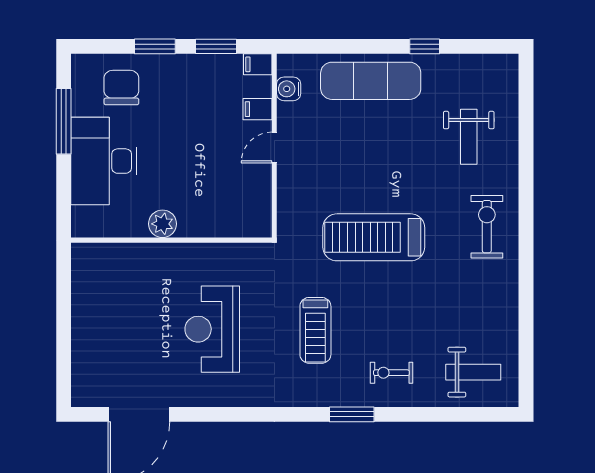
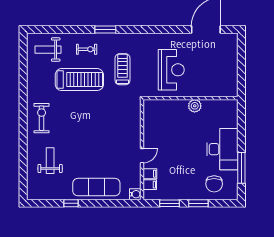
filing cabinet: (258, 64) -> (150, 185), moved
water cooler: (289, 89) -> (135, 194), moved
plant: (162, 224) -> (195, 106), moved
exercise bike: (487, 227) -> (42, 118), turned 180
treadmill: (374, 237) -> (79, 80), moved
wall: (171, 240) -> (190, 98), moved

